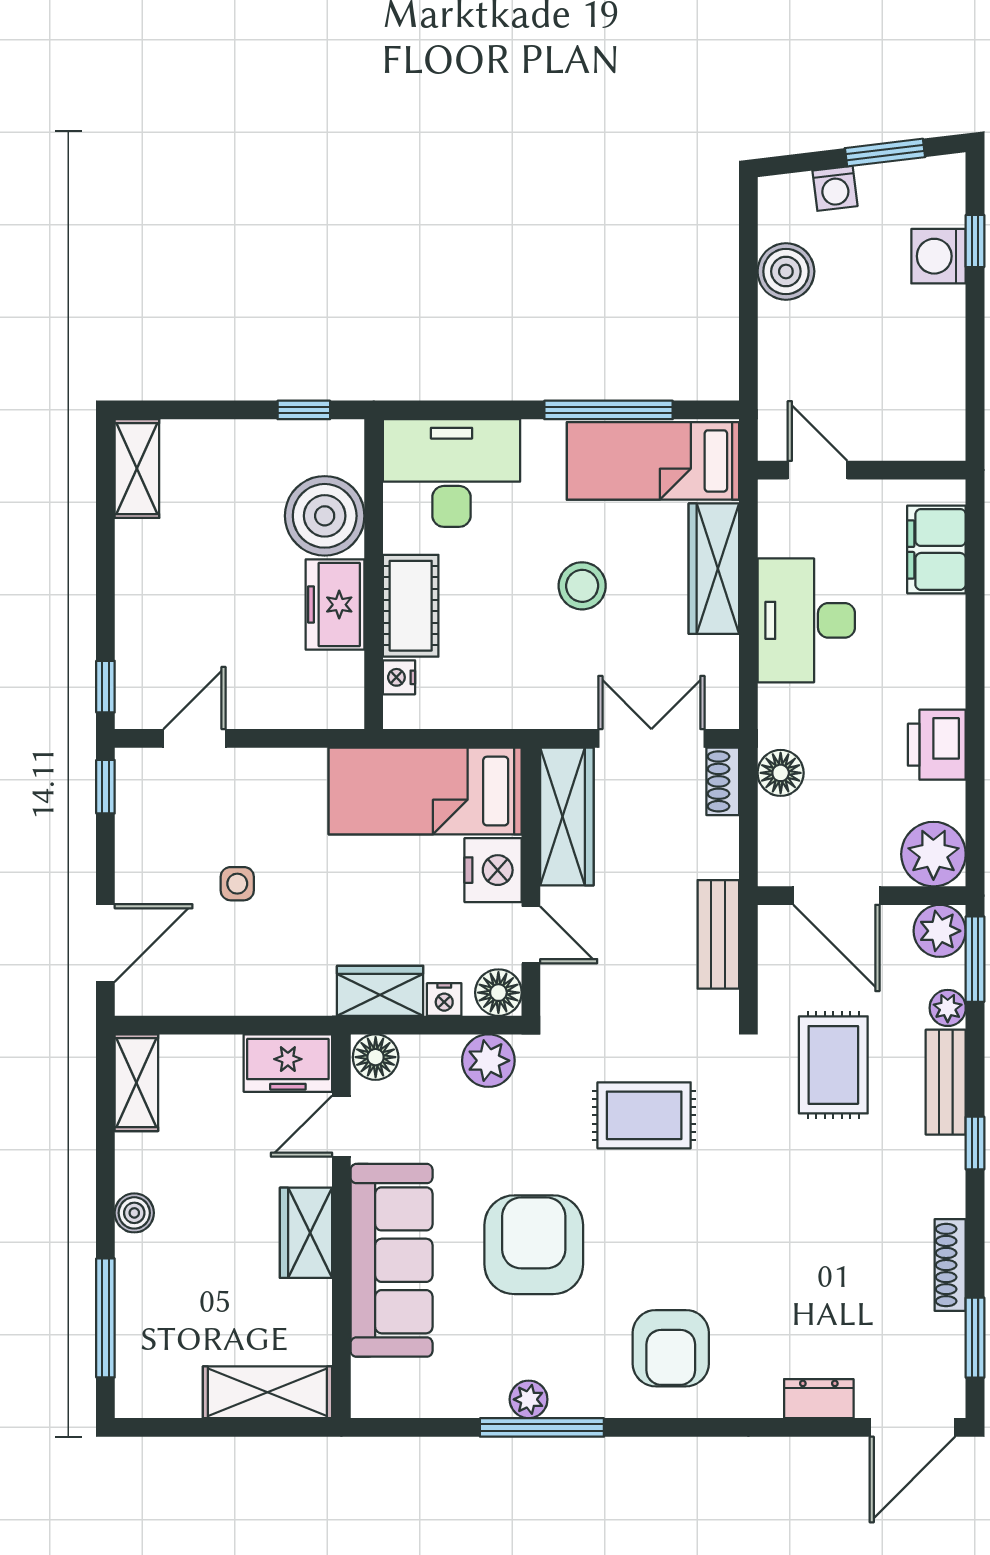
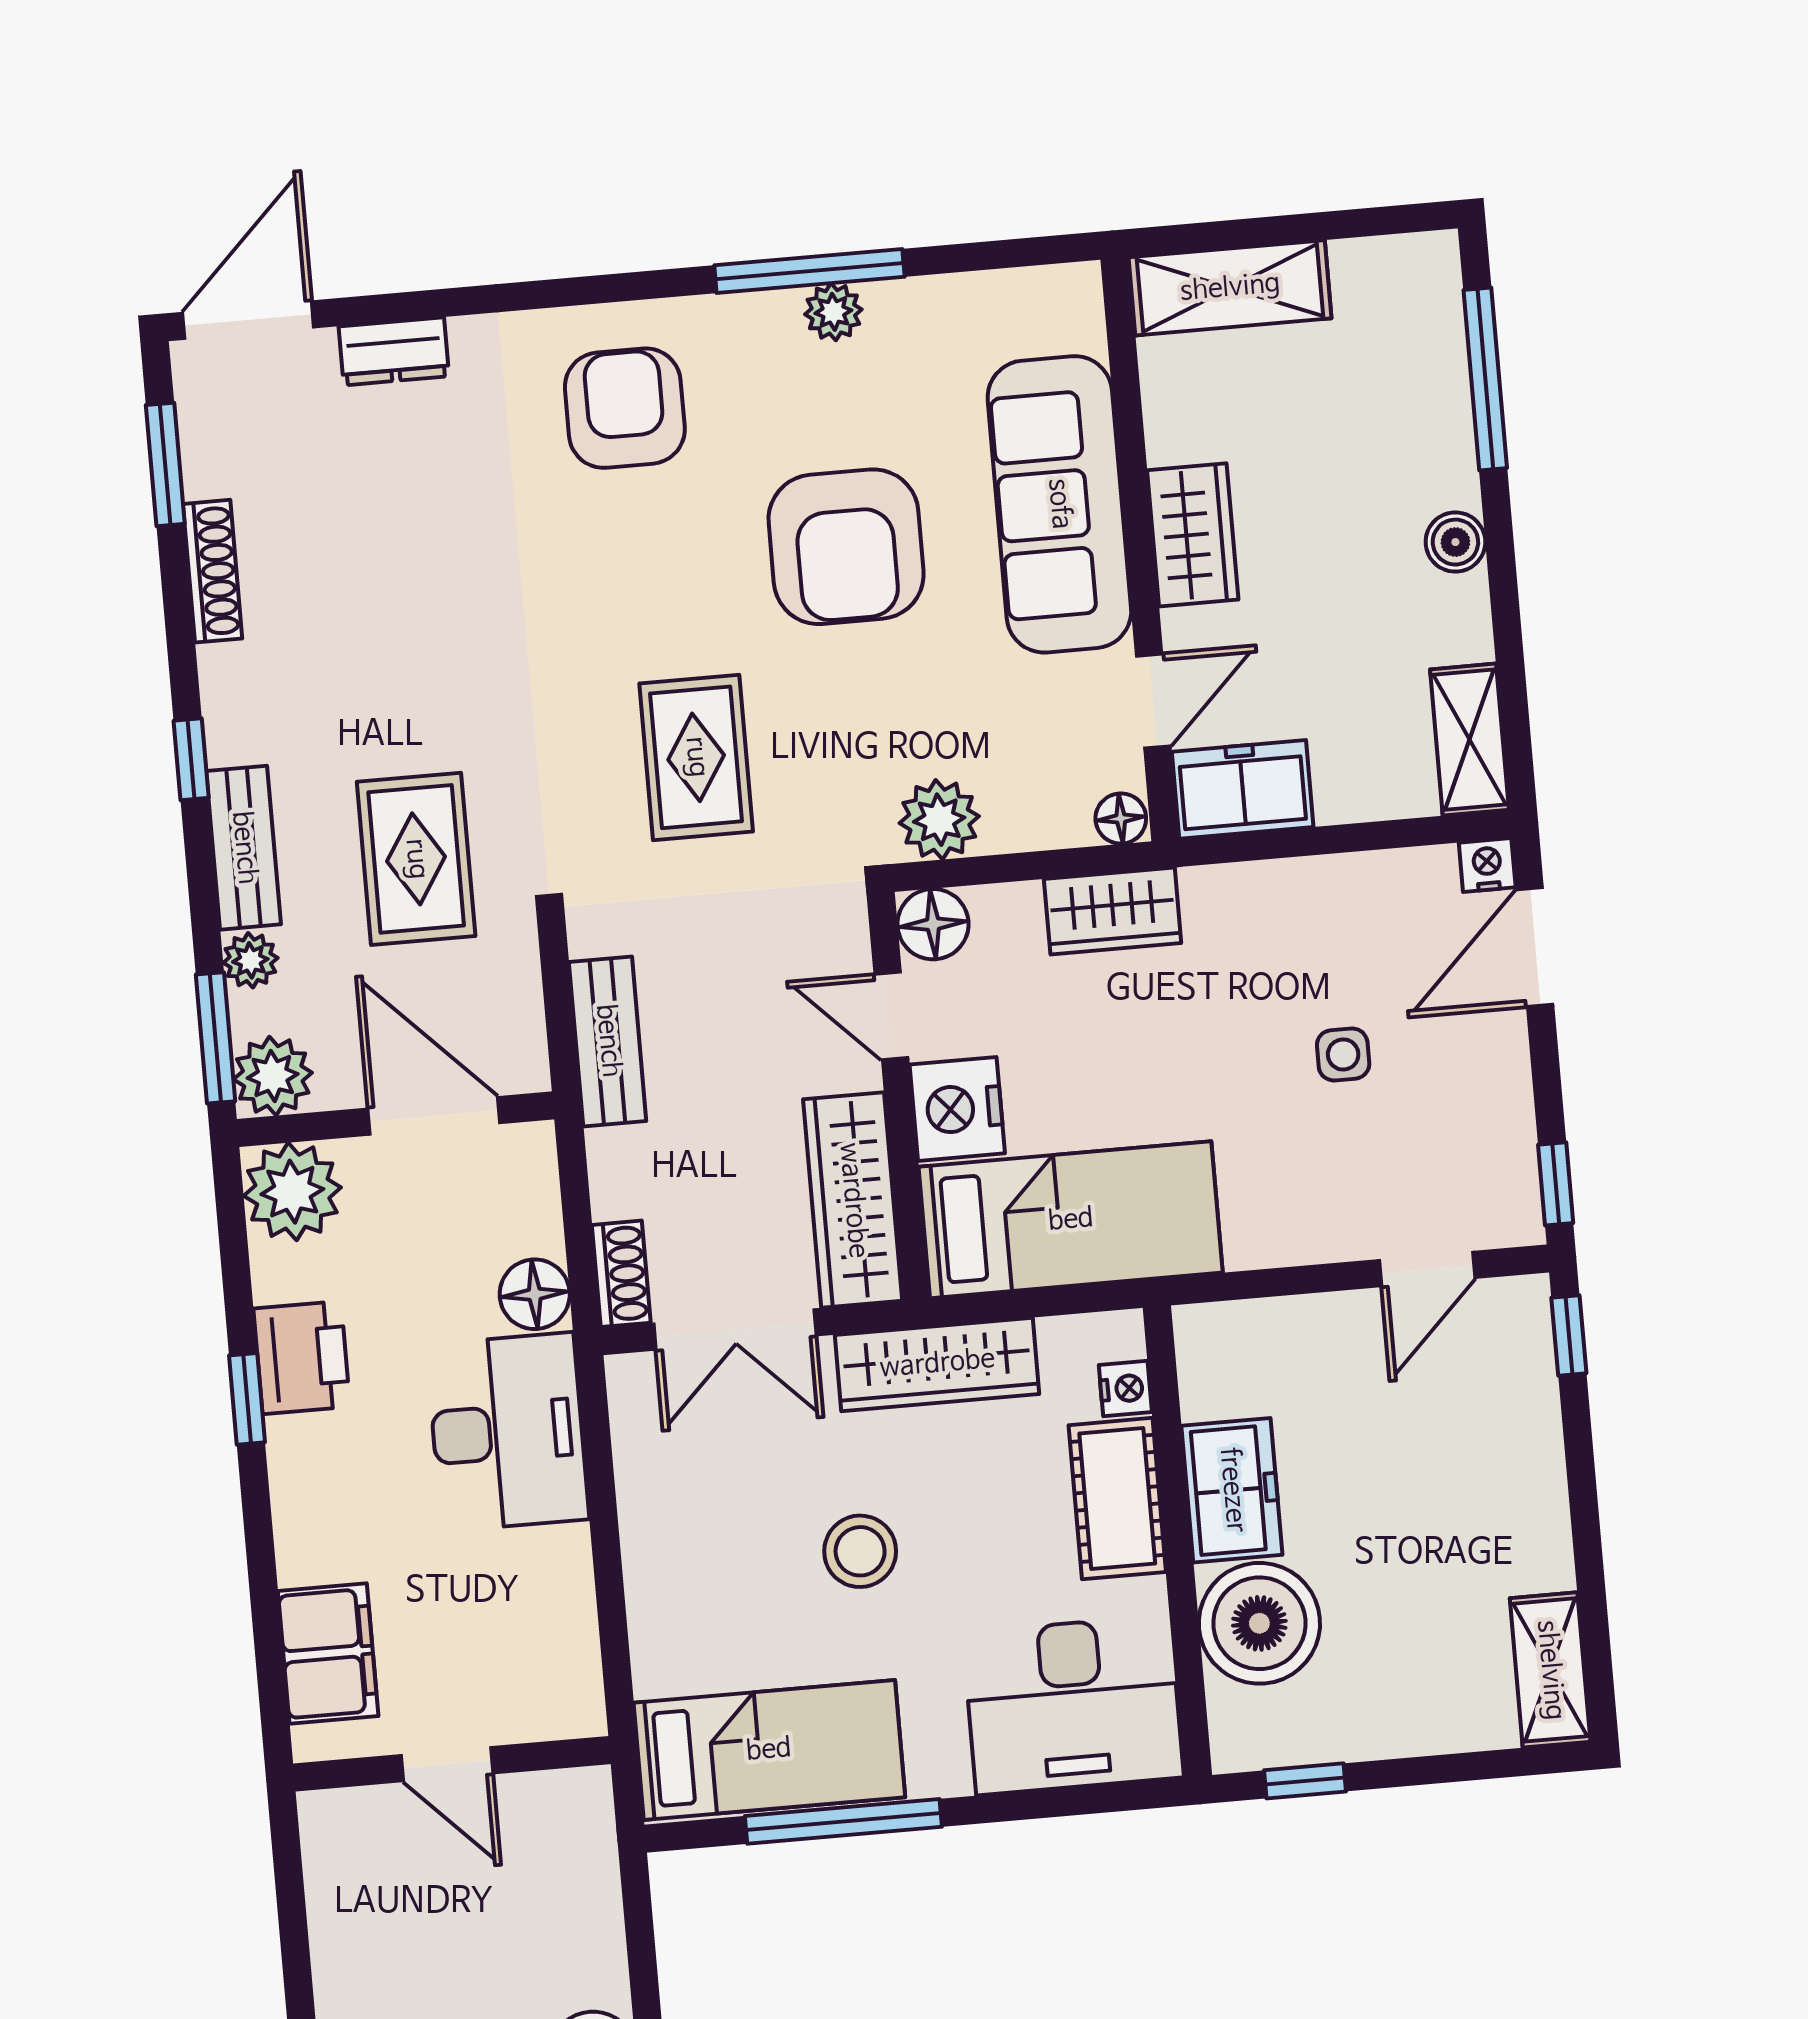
door: (818, 470) -> (447, 1764), moved
wardrobe: (714, 569) -> (937, 1364), moved, turned 90
desk: (806, 620) -> (508, 1432), moved
window: (975, 721) -> (247, 1399), added
nightstand: (444, 1000) -> (1487, 865), moved
floor lamp: (376, 1057) -> (1121, 819), width x0.73, depth x0.73
rug: (644, 1115) -> (696, 757), turned 90

